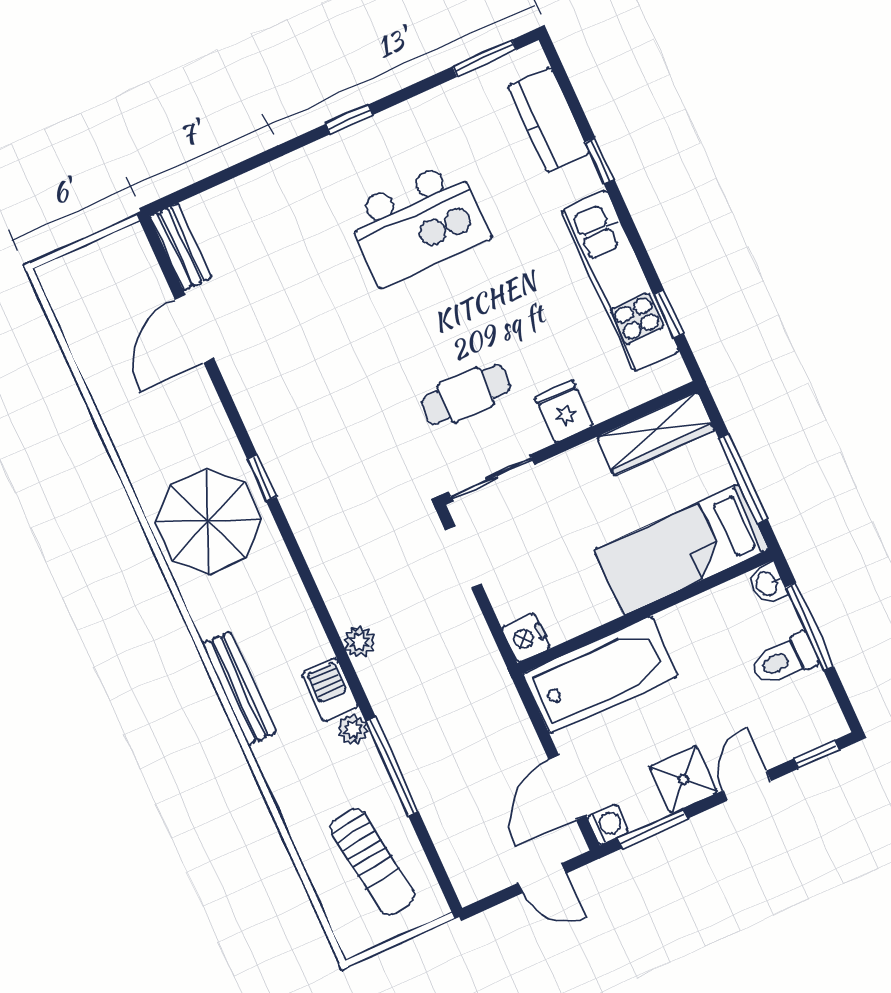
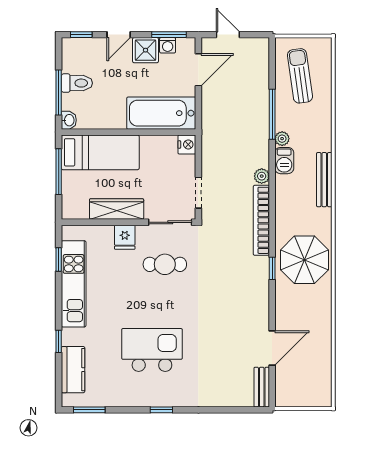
wardrobe: (656, 434) -> (117, 209), moved
bookcase: (322, 559) -> (261, 220), added
washing machine: (608, 825) -> (168, 45), moved, turned -90

